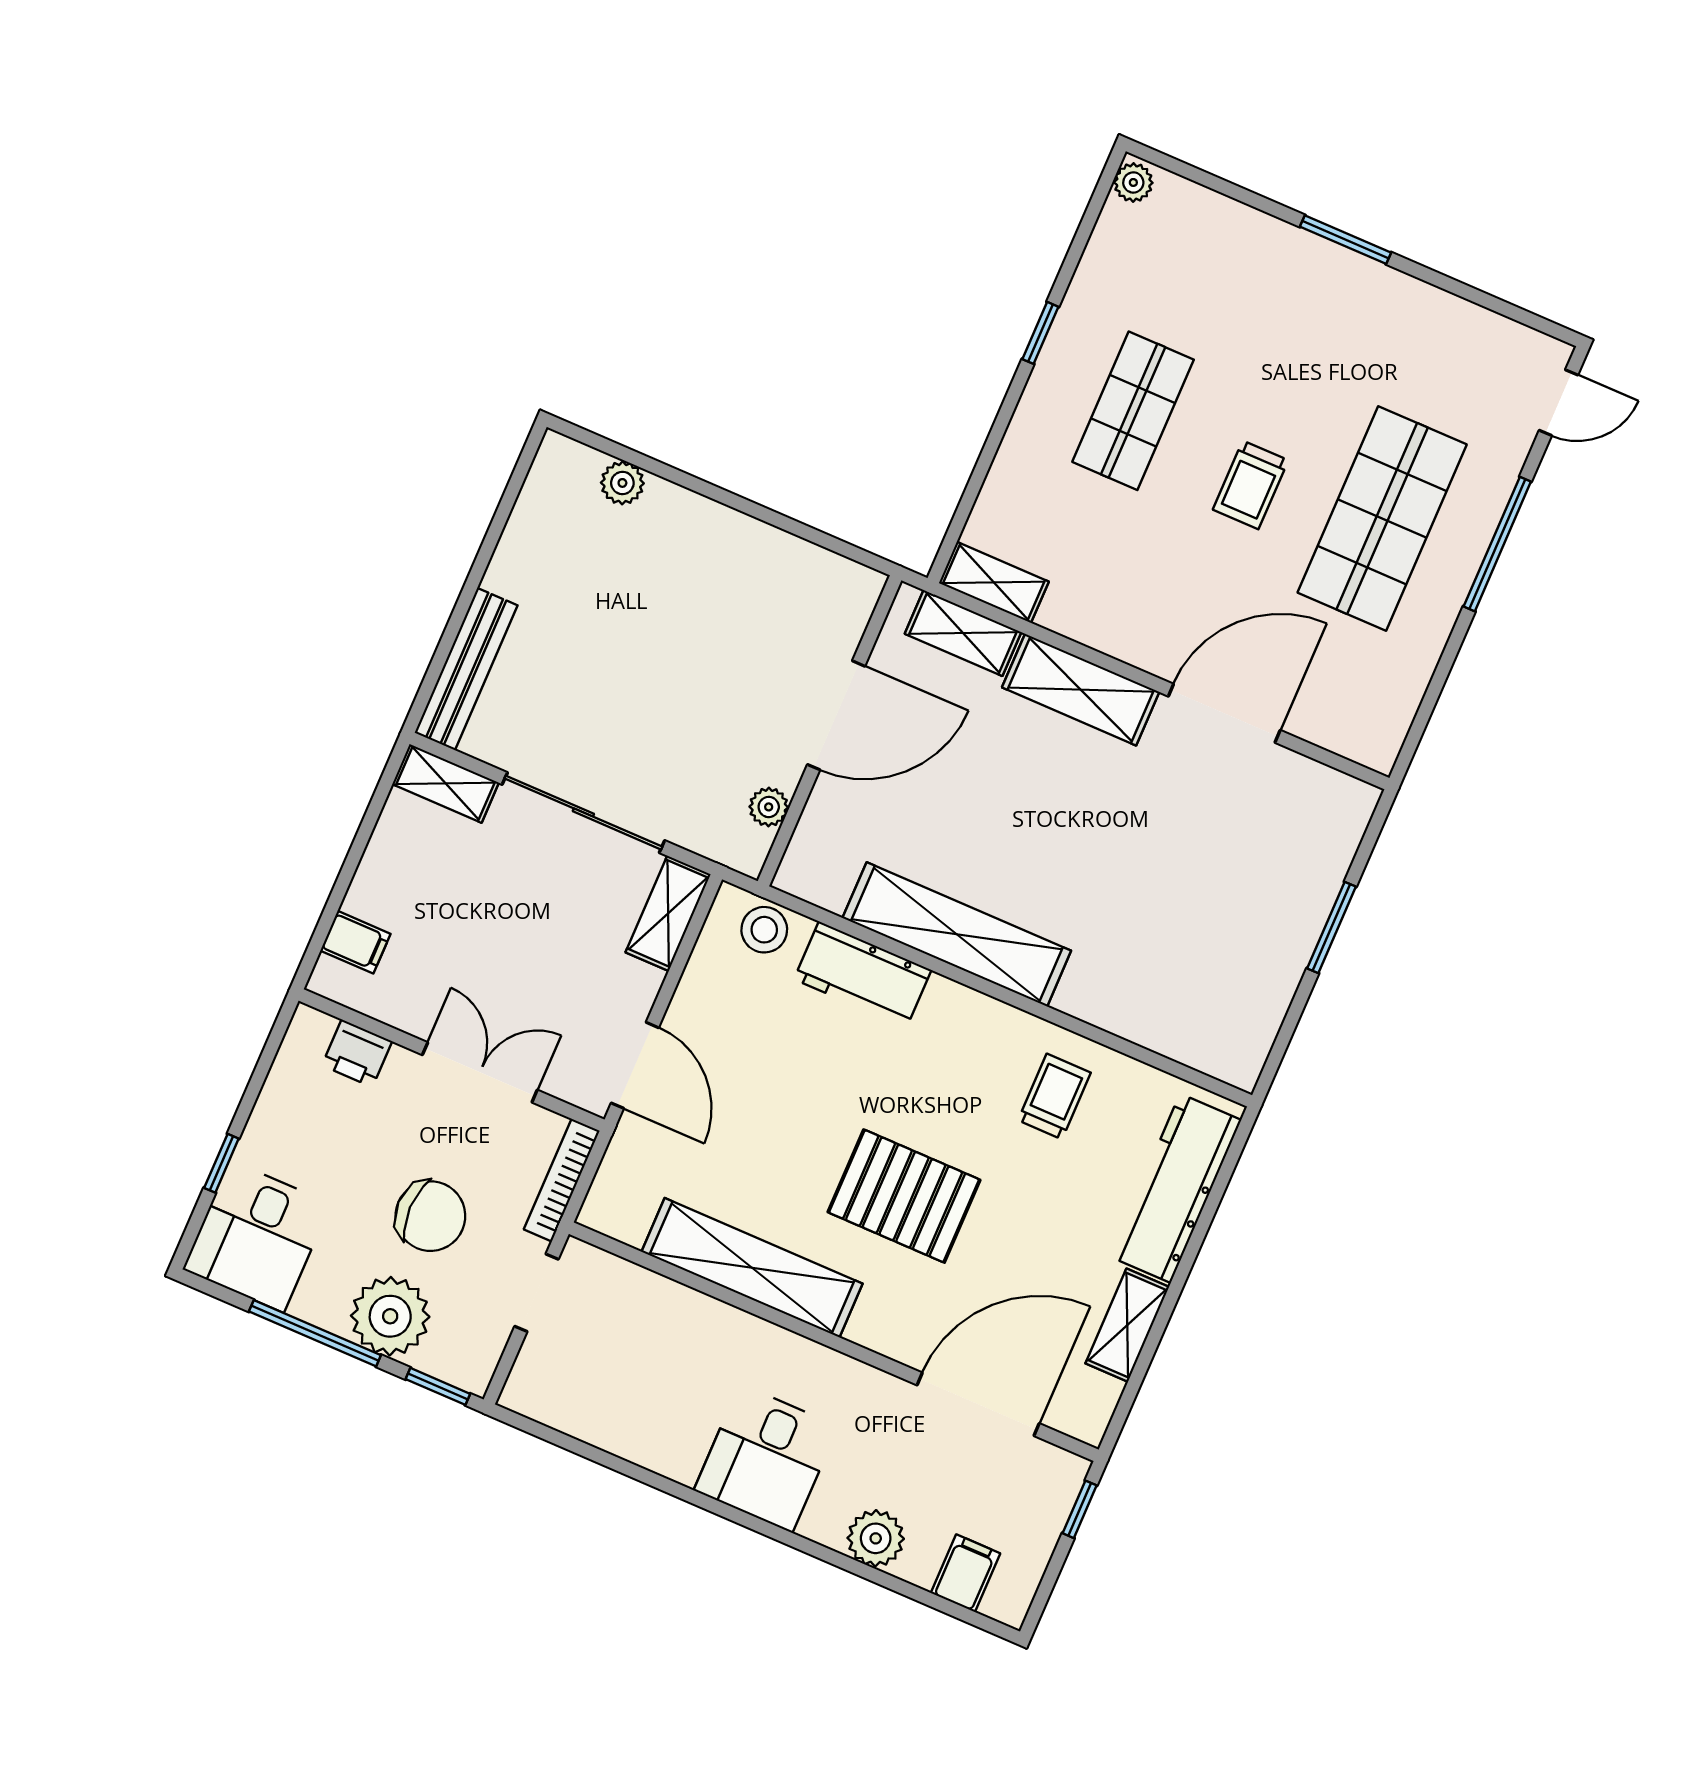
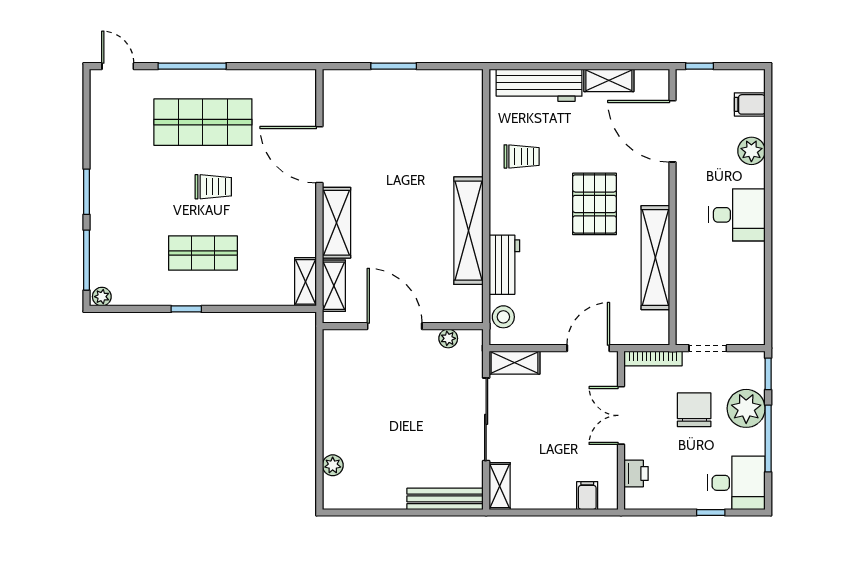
window: (1215, 183) -> (86, 260), added
trolley: (1054, 1096) -> (522, 156), turned 180

